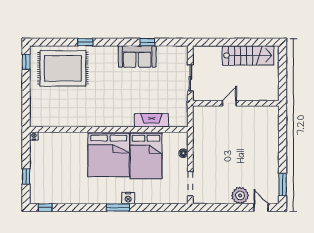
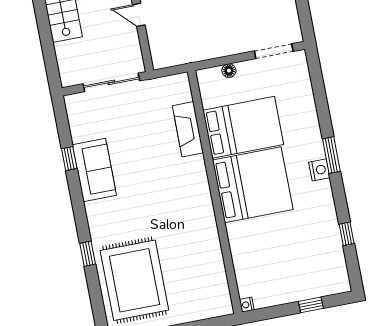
sliding door: (190, 78) -> (111, 82), width x1.37
nightstand: (128, 198) -> (319, 170), moved
window: (45, 207) -> (347, 234), moved

